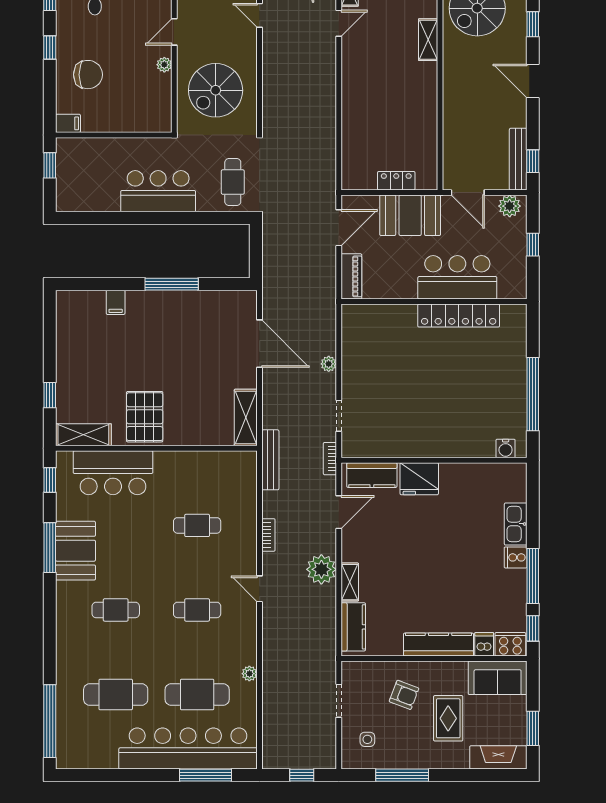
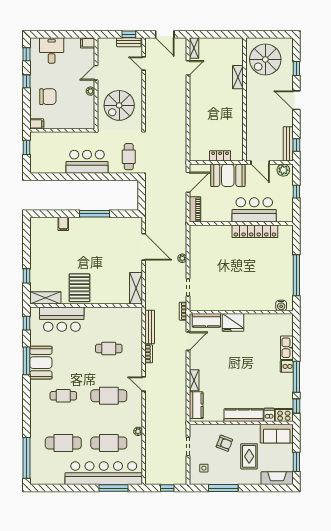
bench: (270, 460) -> (150, 327), moved
plant: (321, 569) -> (178, 373), removed
cafe table: (197, 610) -> (109, 396), width x1.37, depth x1.35

